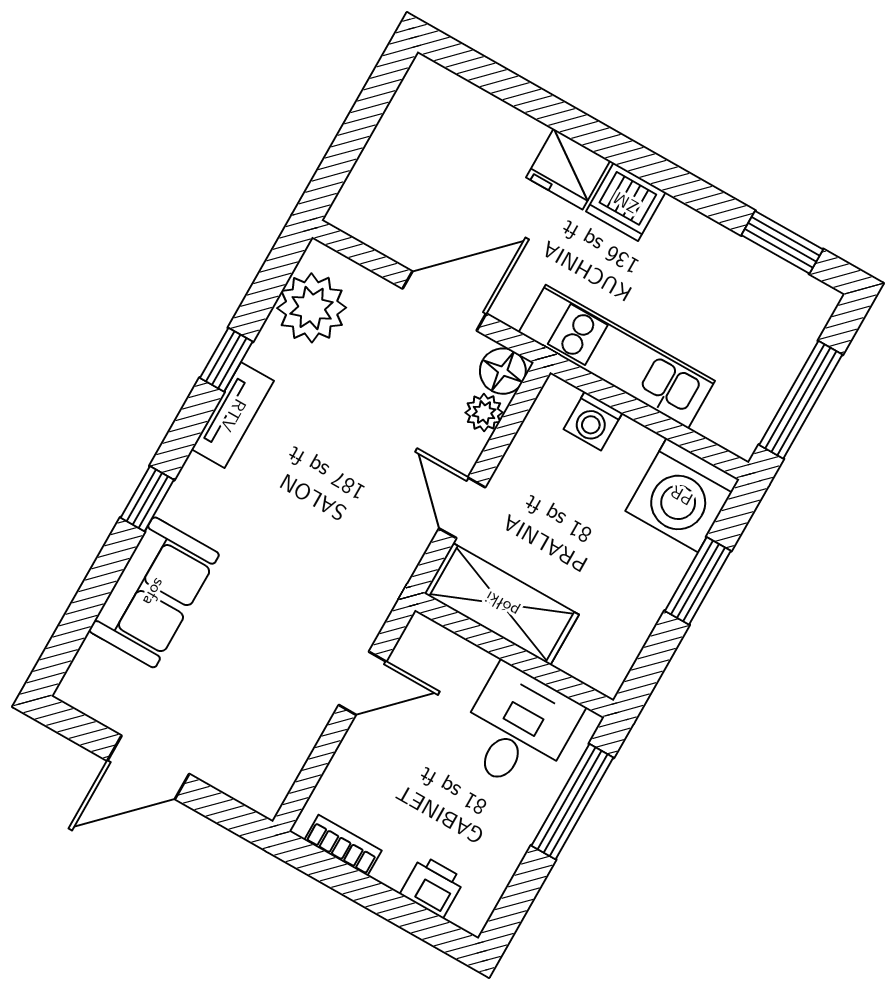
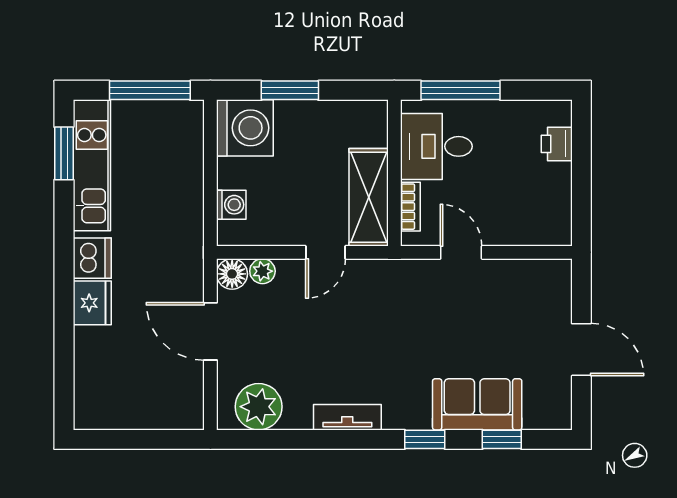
kitchen unit: (617, 357) -> (92, 165), moved, turned 180
window: (226, 360) -> (502, 439), moved
bookcase: (343, 845) -> (410, 207), moved, turned 180

